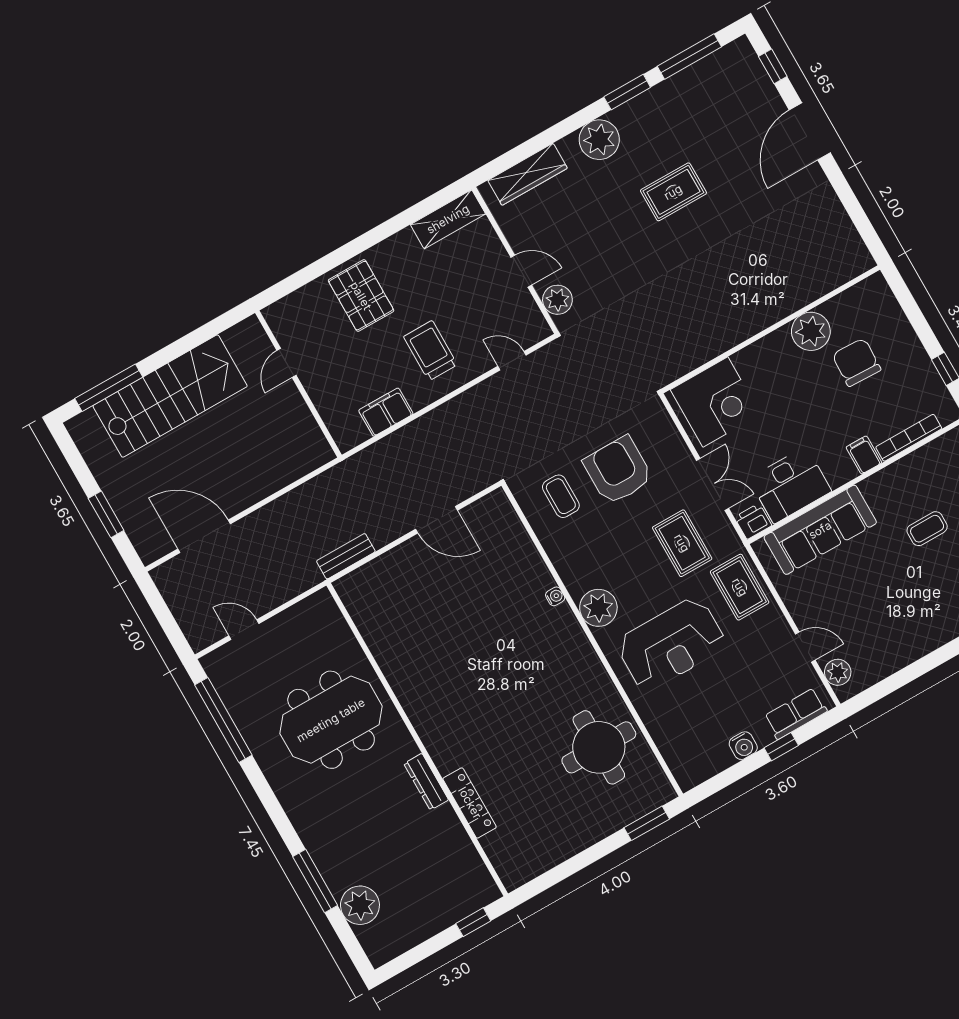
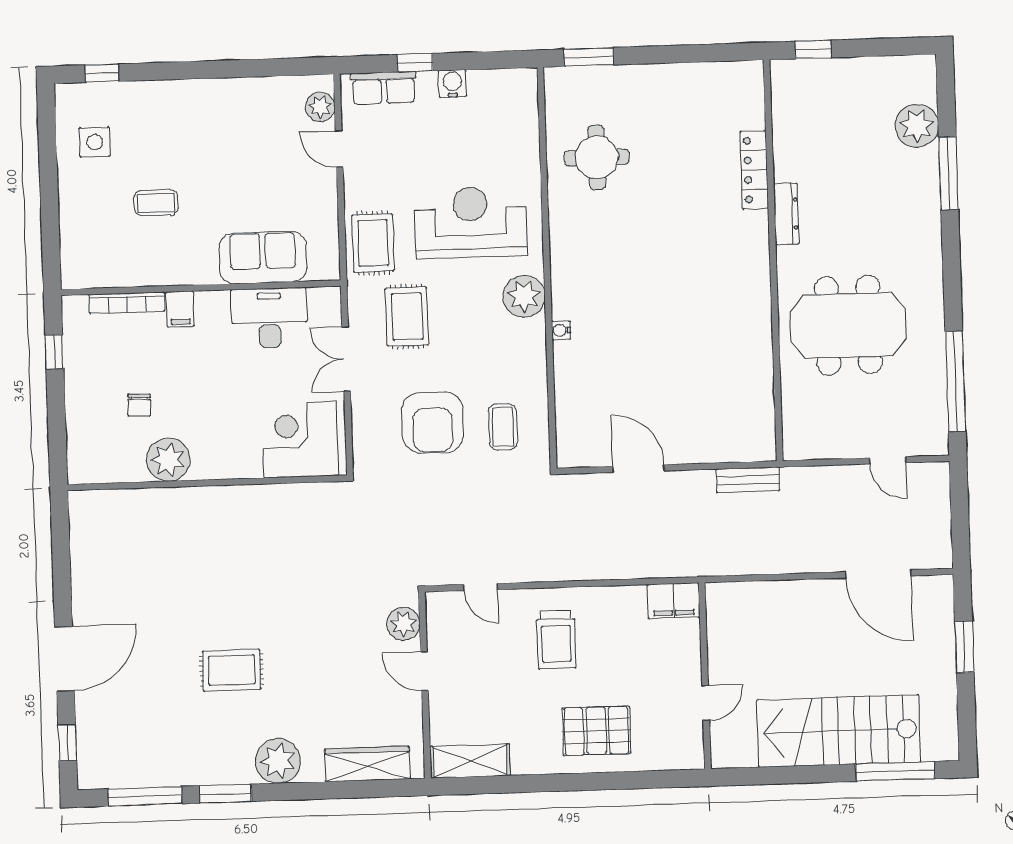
pallet: (361, 296) -> (596, 731), turned 90
chair: (856, 362) -> (139, 405), width x0.54, depth x0.54
filing cabinet: (386, 412) -> (674, 601), moved
printer: (753, 521) -> (325, 301), removed
sofa: (820, 530) -> (263, 258), width x0.73
round table: (599, 747) -> (597, 157), width x0.73, depth x0.73

